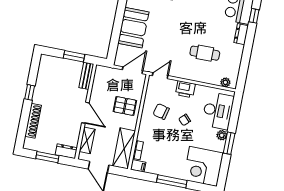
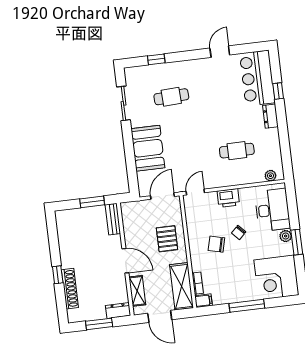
window: (30, 92) -> (58, 275), moved
pallet: (125, 106) -> (167, 239), turned 90
chair: (161, 111) -> (216, 244), moved

